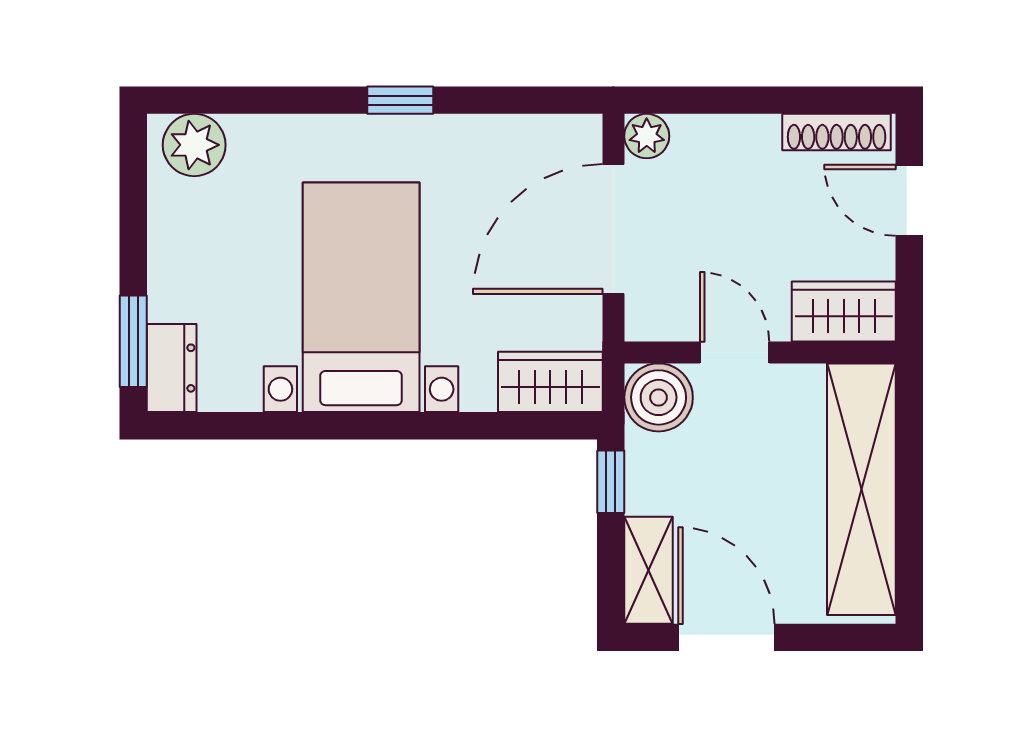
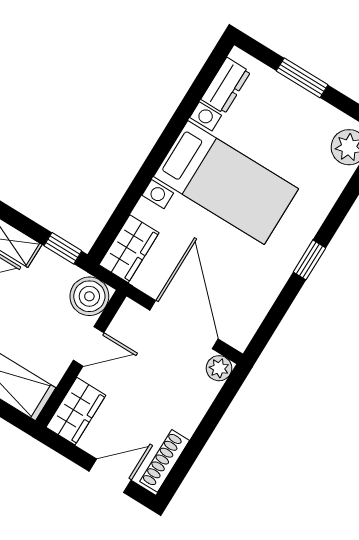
window: (133, 341) -> (302, 78), moved
dresser: (172, 368) -> (226, 86), moved, turned -90

